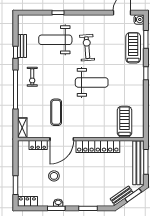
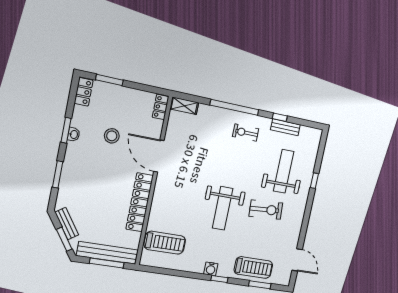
water cooler: (139, 20) -> (211, 269), moved
exercise mat: (56, 112) -> (195, 155), removed
locker: (38, 145) -> (161, 107), moved

